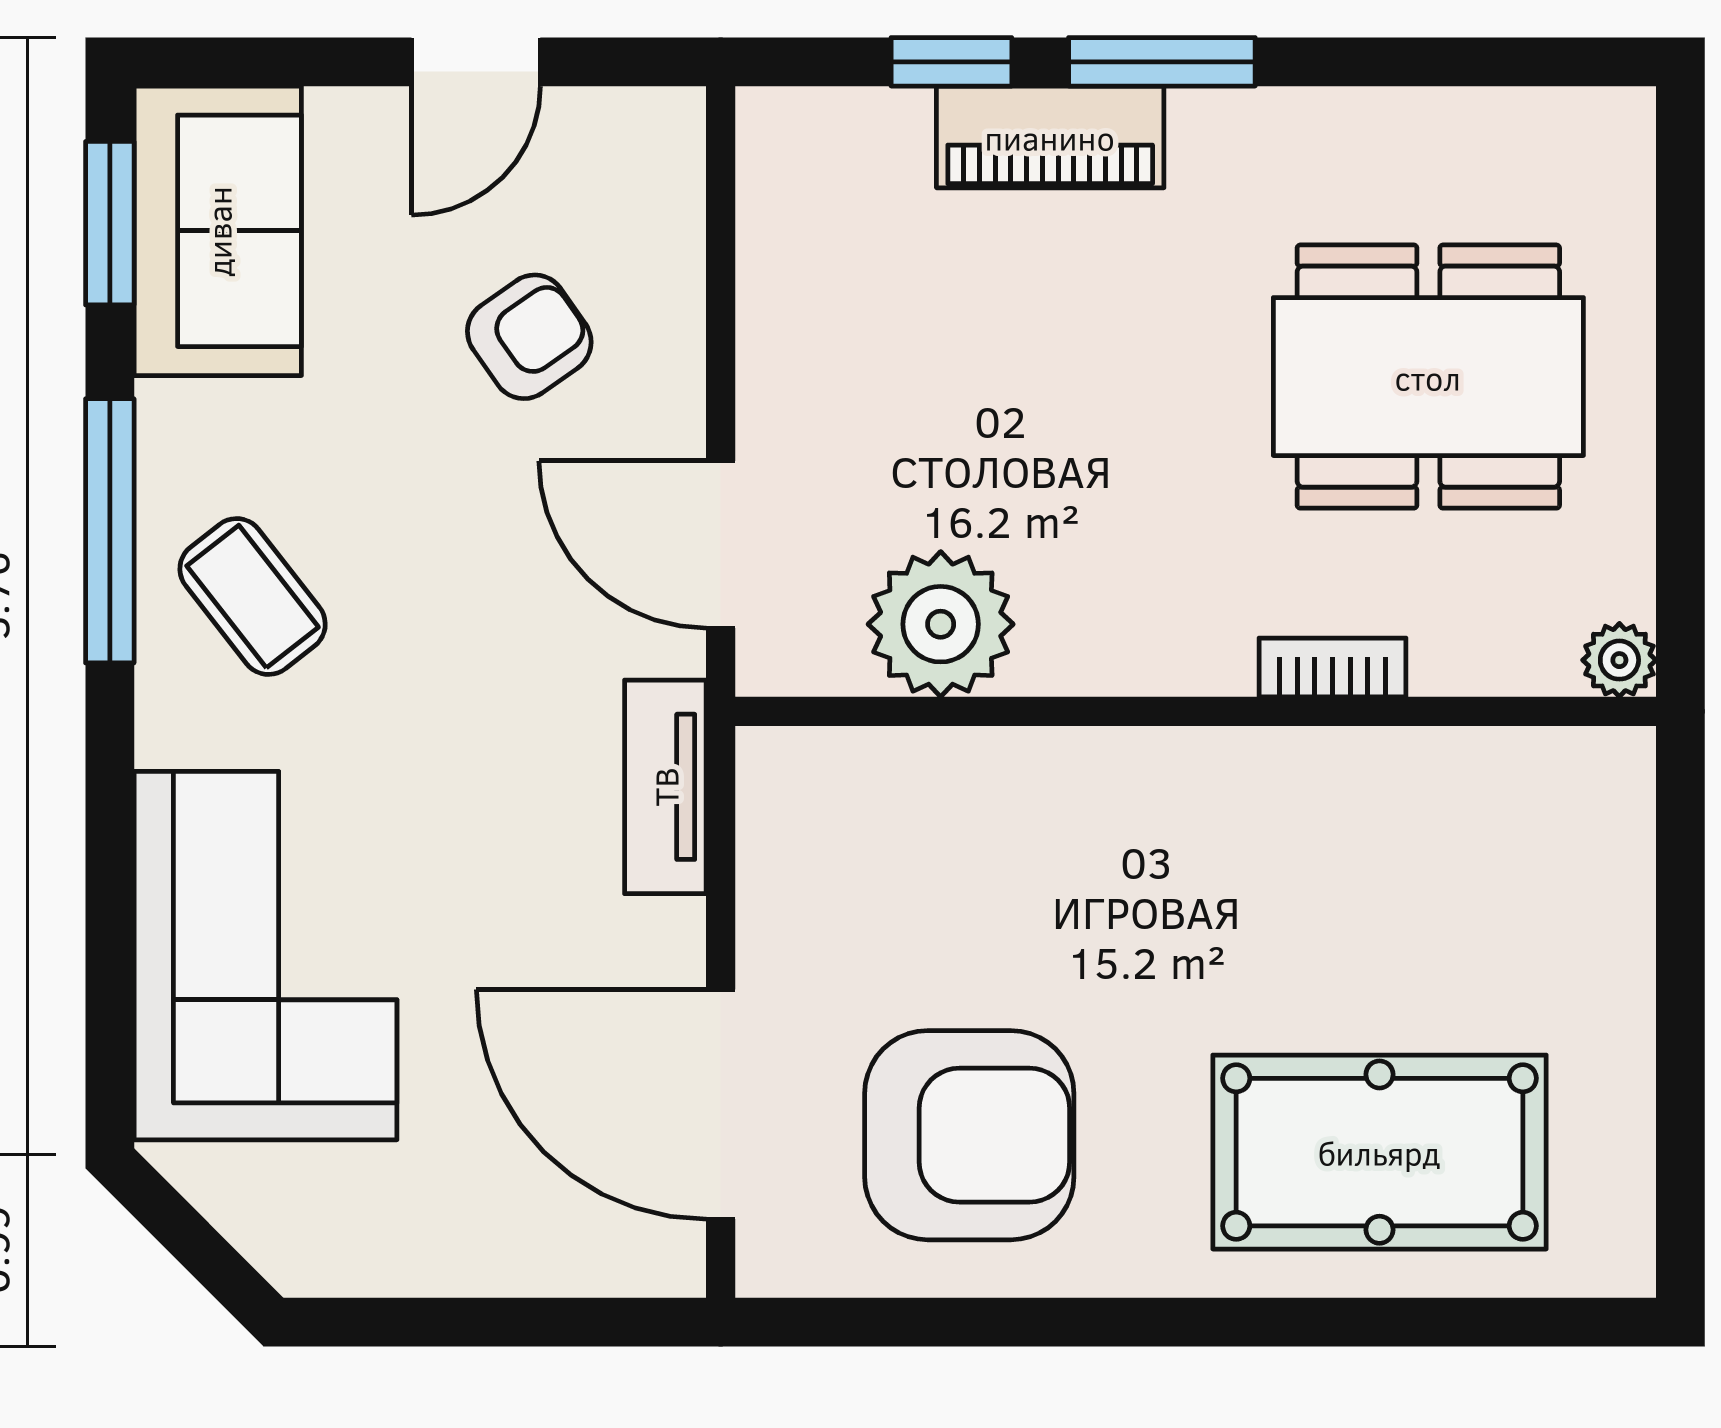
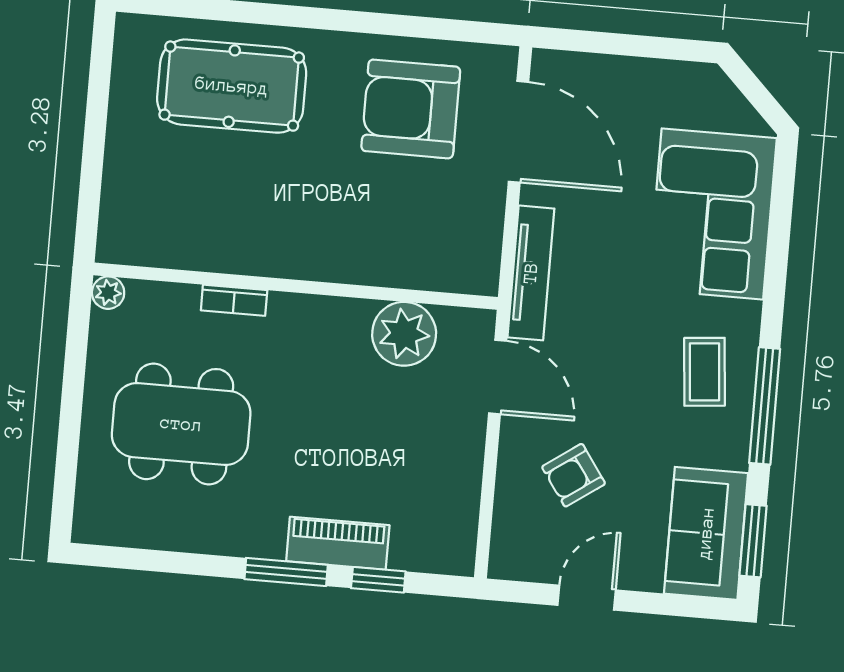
coffee table: (253, 596) -> (705, 372), turned 33
tv unit: (665, 787) -> (531, 273), width x1.41

